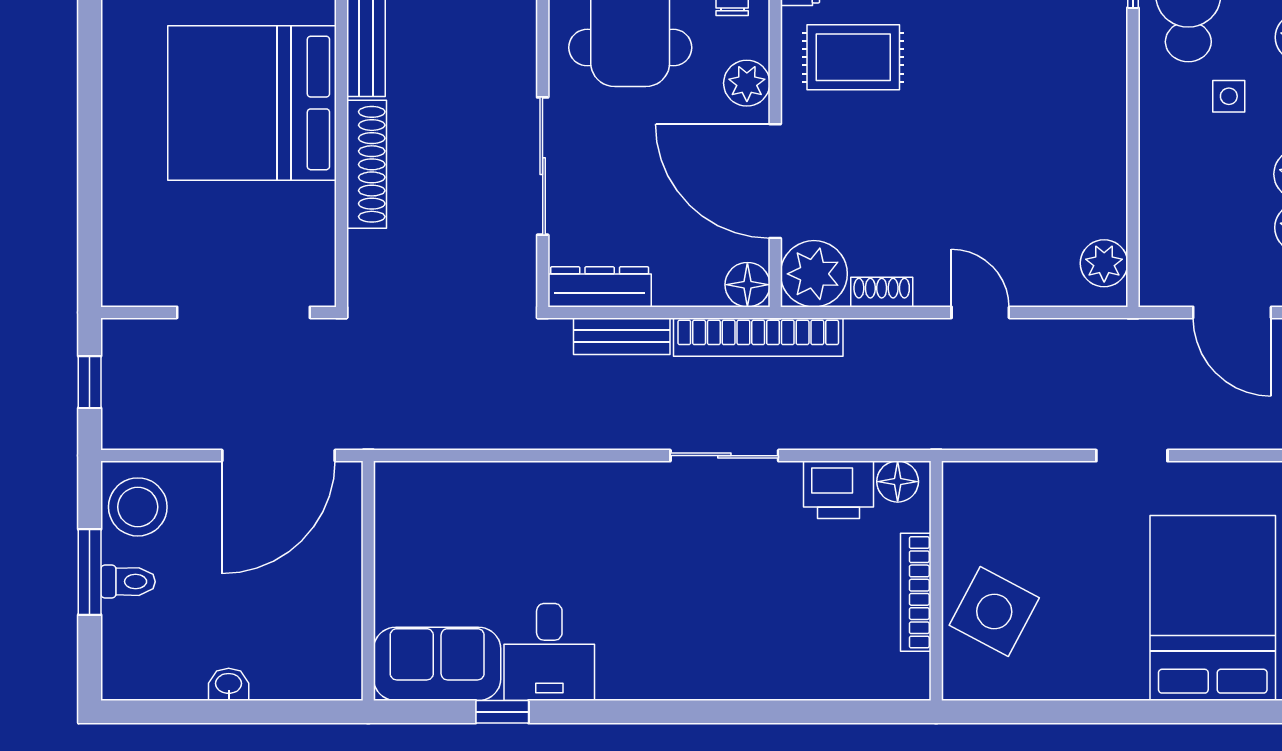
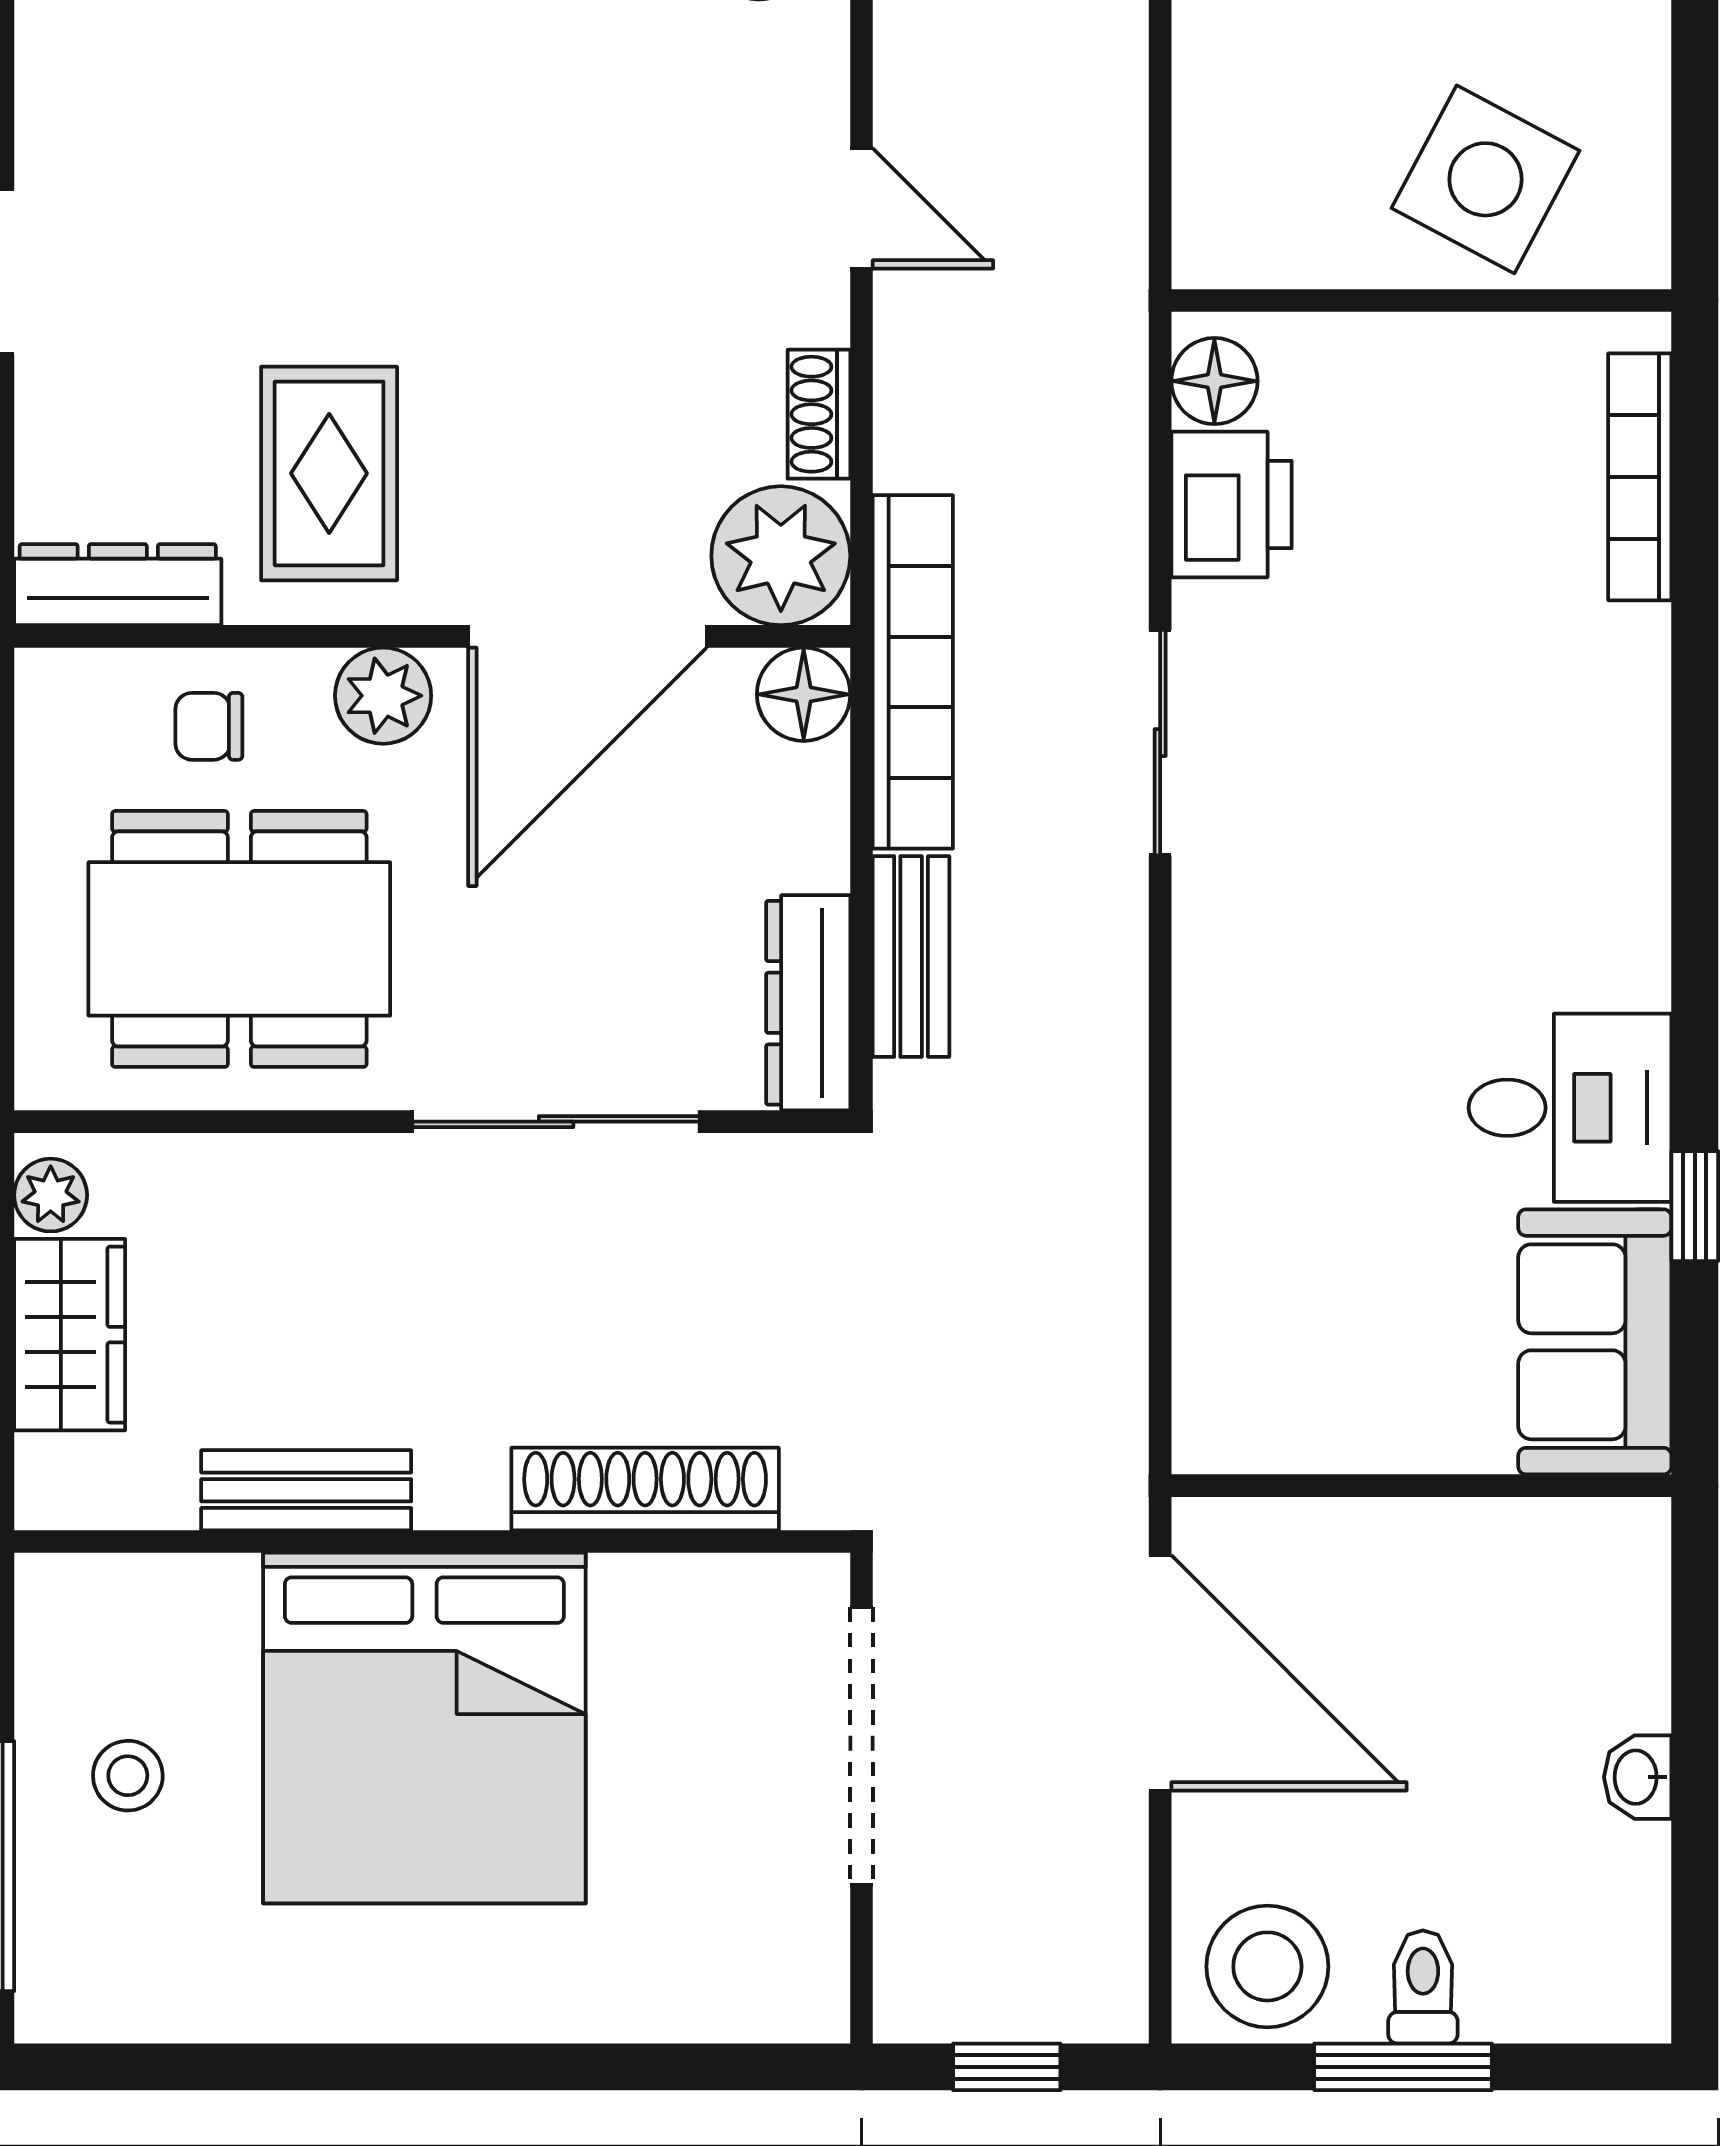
shoe rack: (367, 164) -> (645, 1489), moved
door: (980, 312) -> (861, 208), swing flipped
bookcase: (916, 592) -> (1640, 477), moved, turned 90

